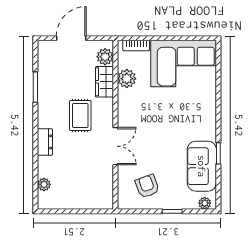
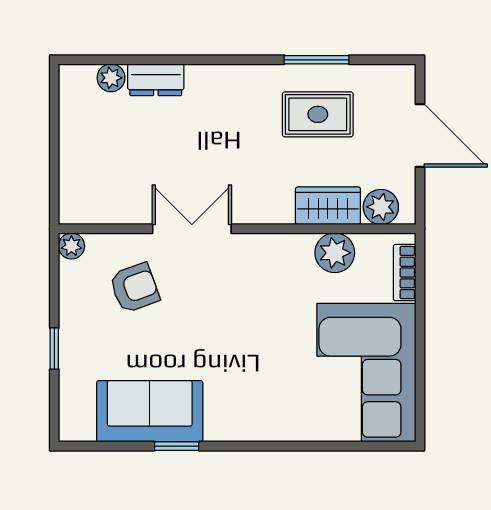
rug: (80, 116) -> (318, 114), moved
dresser: (45, 142) -> (156, 80), moved
double door: (115, 146) -> (192, 229), swing flipped
armchair: (147, 186) -> (134, 288), moved
plant: (205, 203) -> (71, 246), moved

